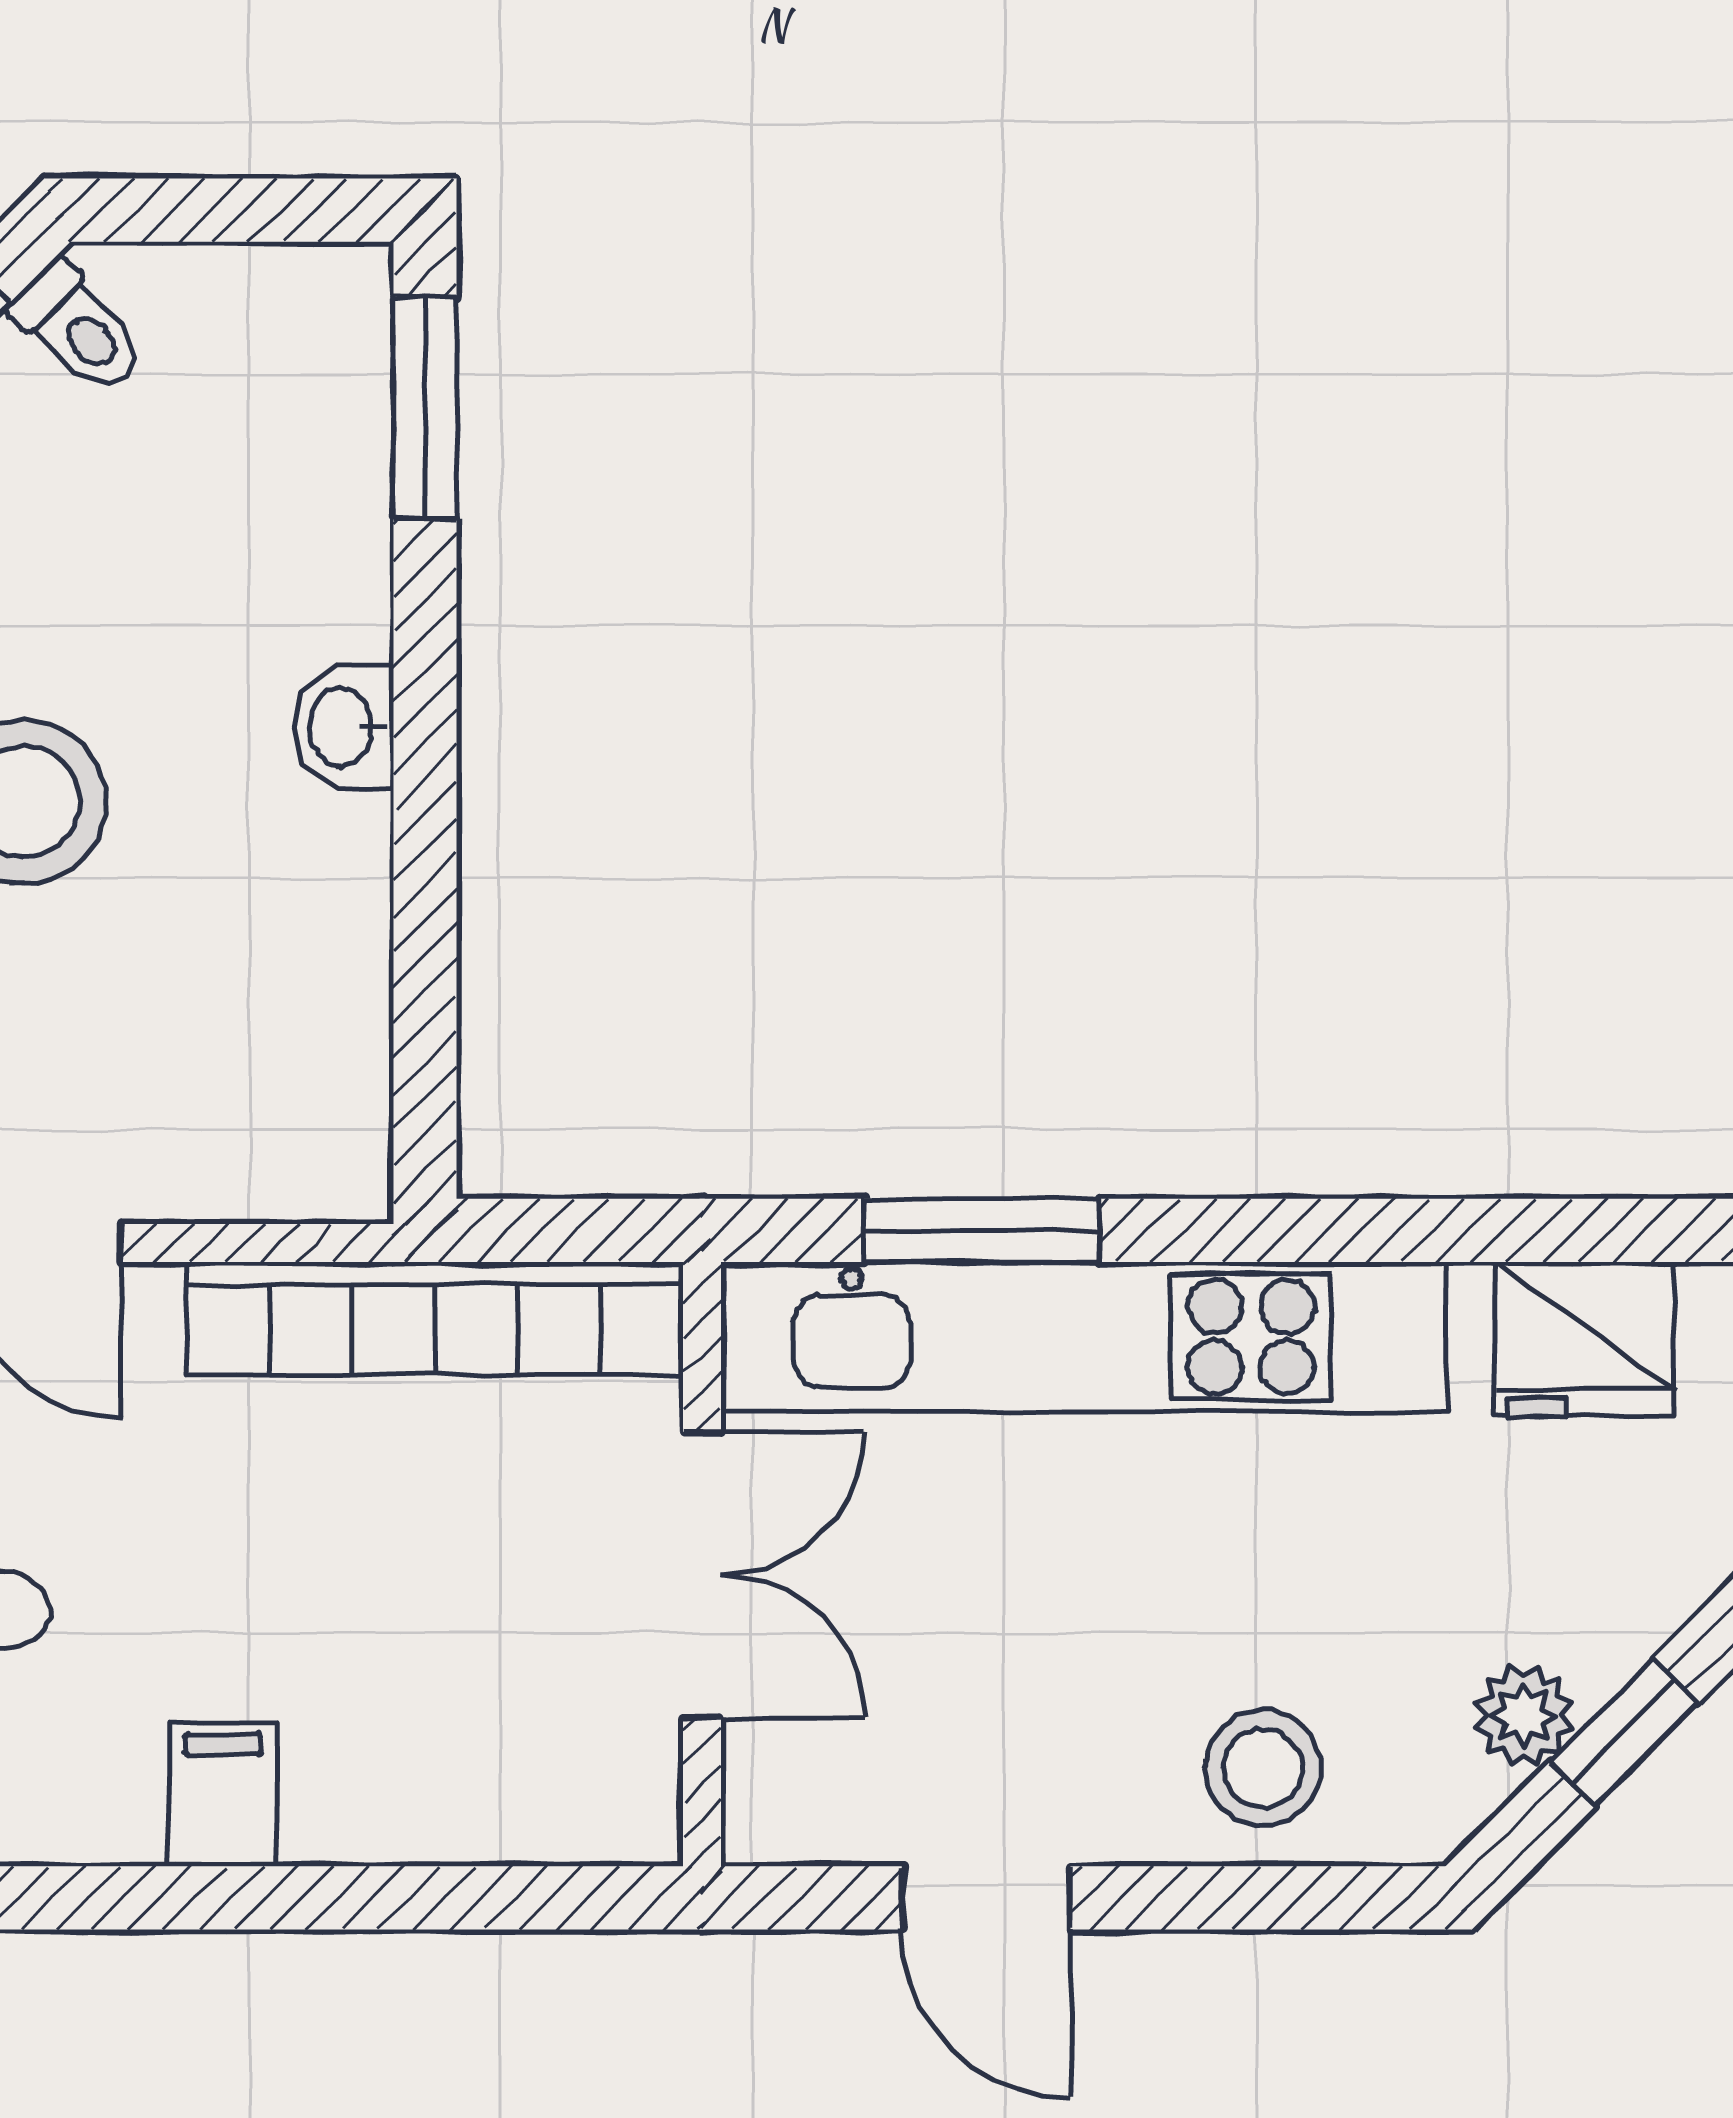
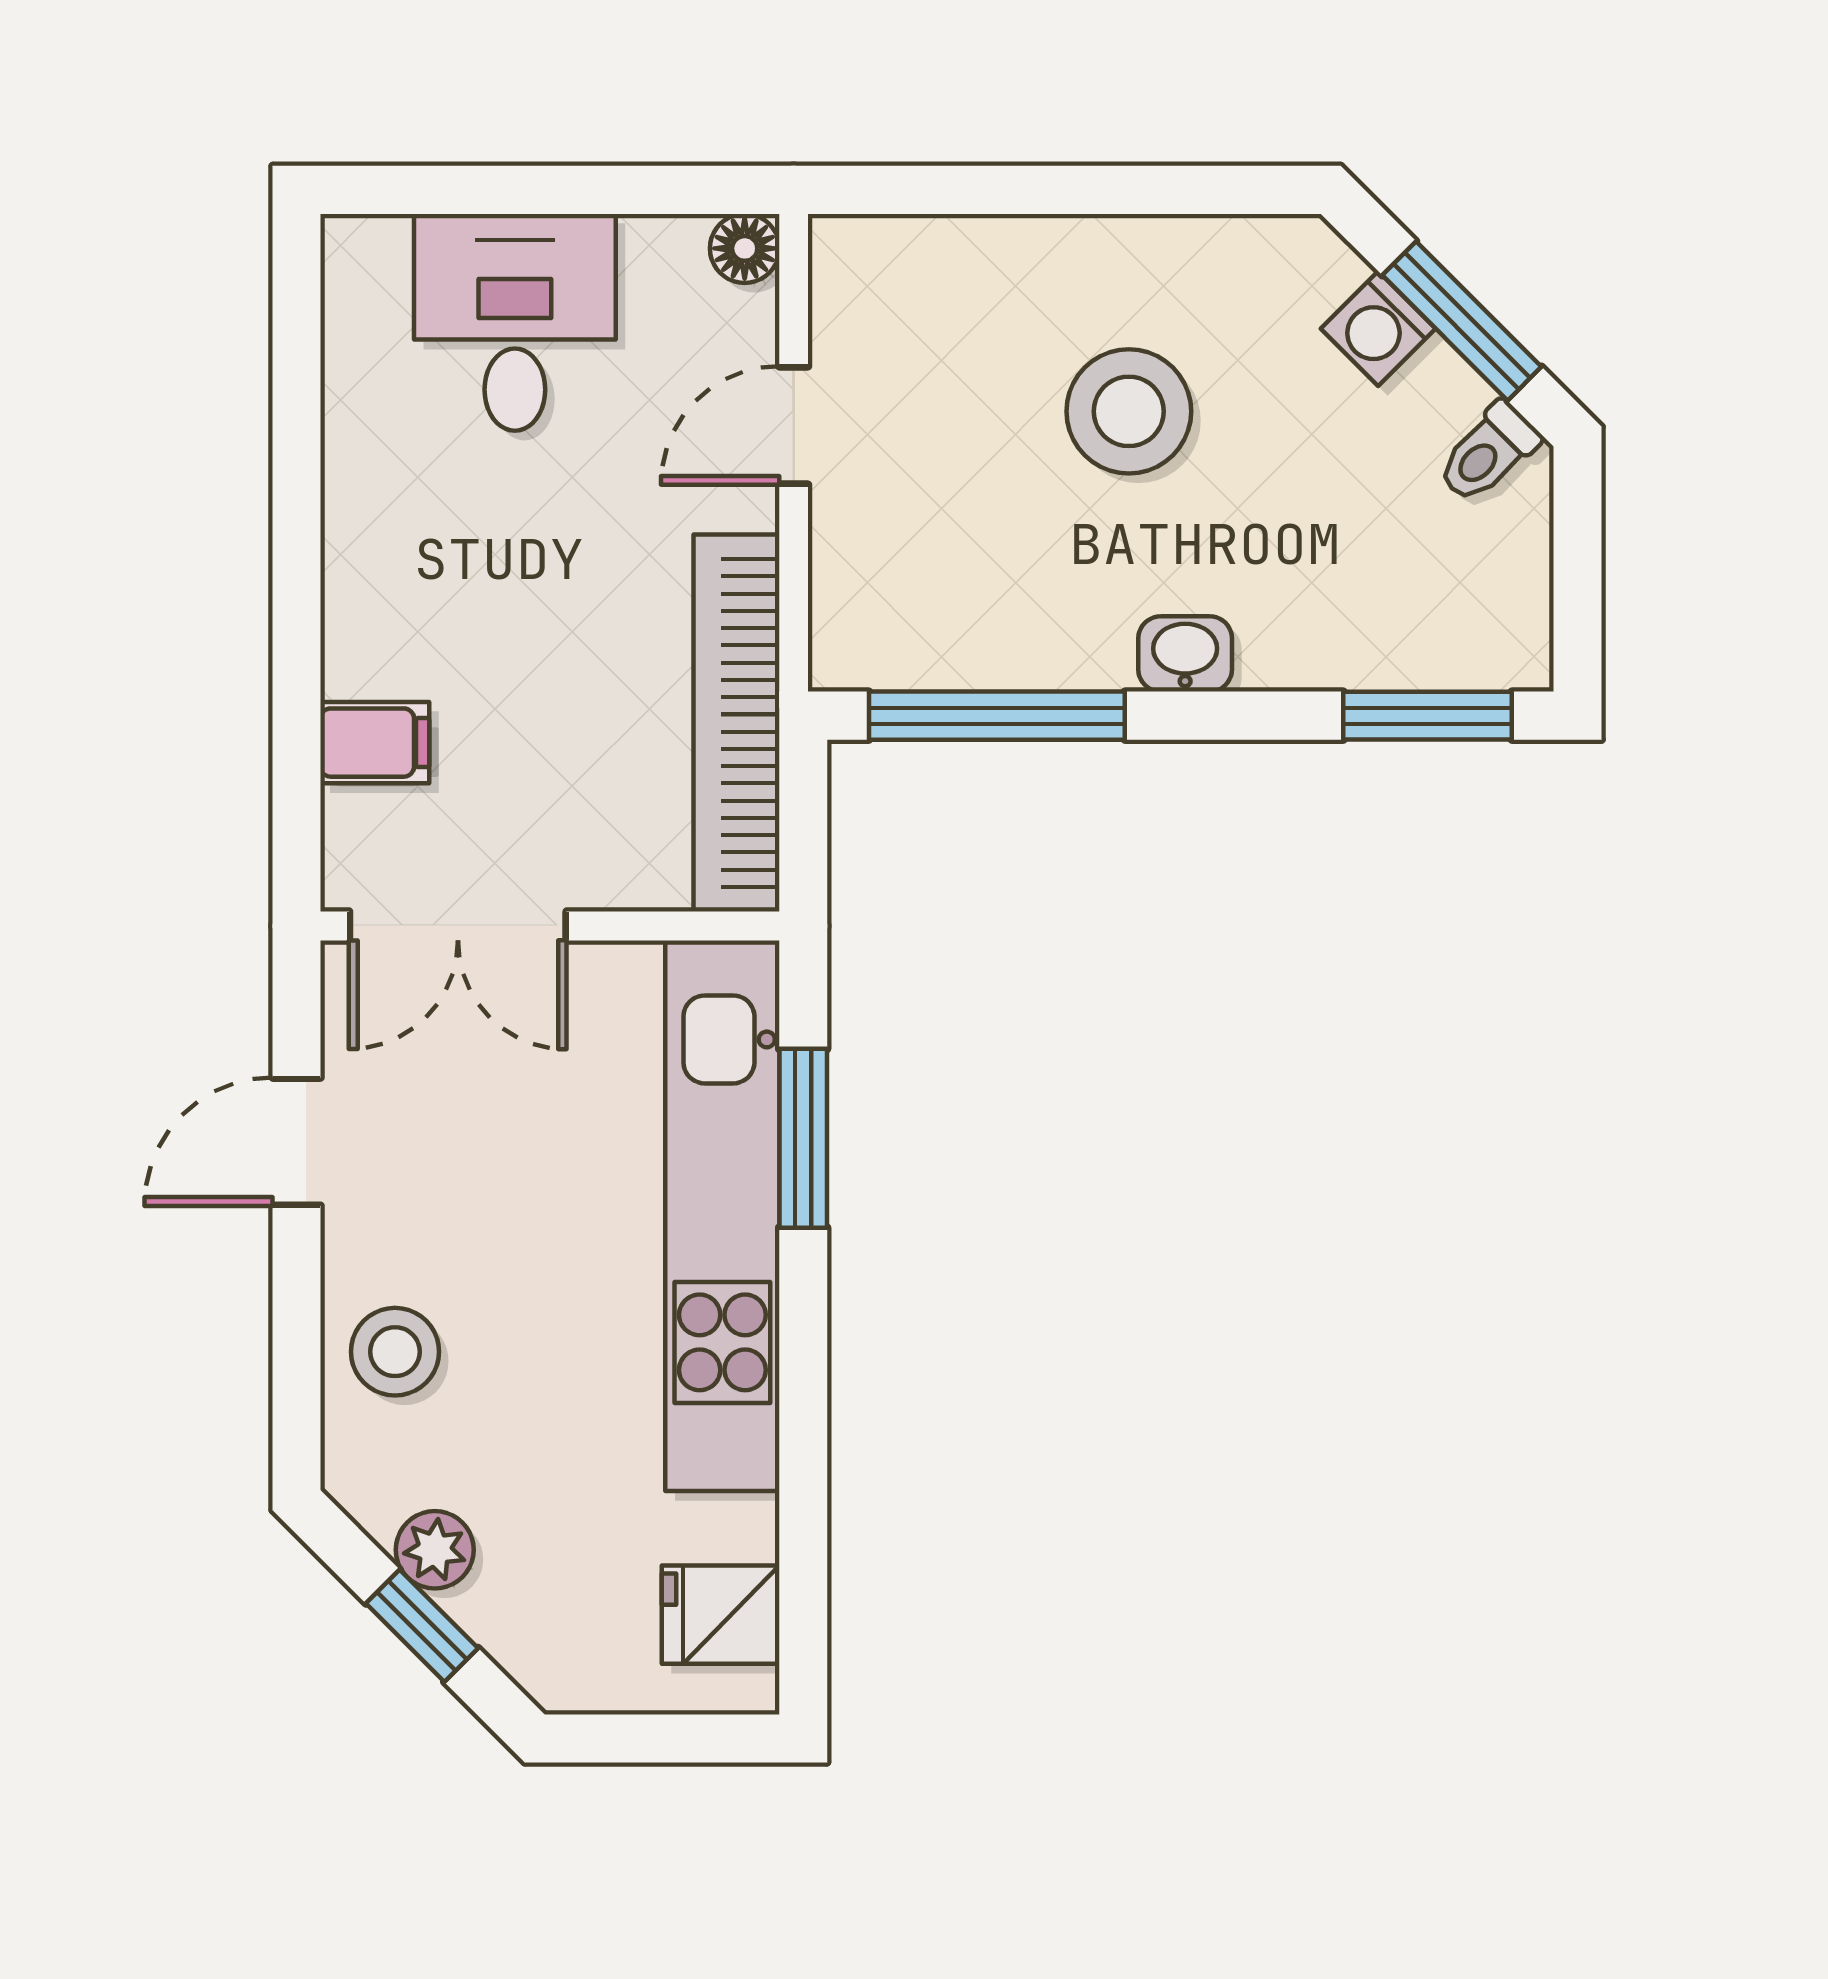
window: (425, 975) -> (997, 716), added
fridge: (1584, 1339) -> (721, 1615), width x0.72
double door: (702, 1575) -> (458, 926), moved
filing cabinet: (223, 1795) -> (375, 743), moved

